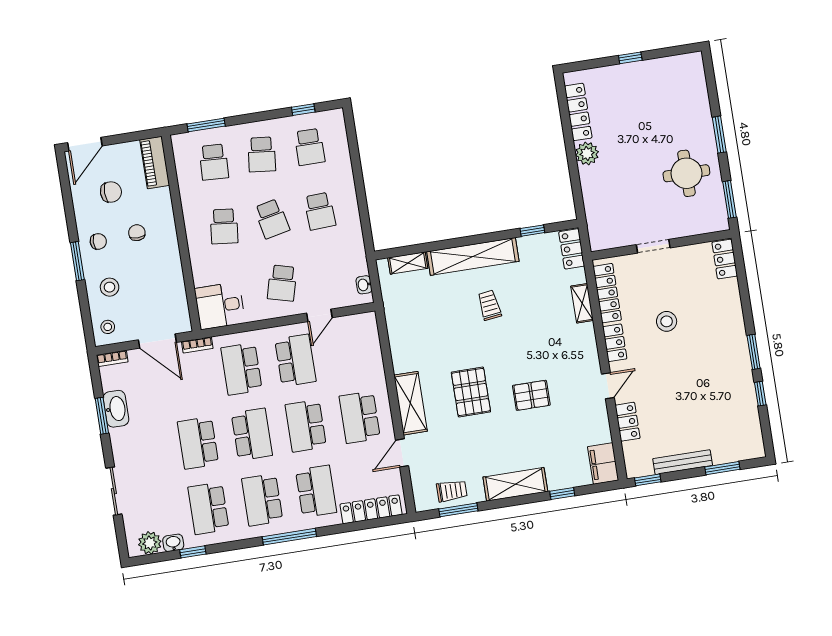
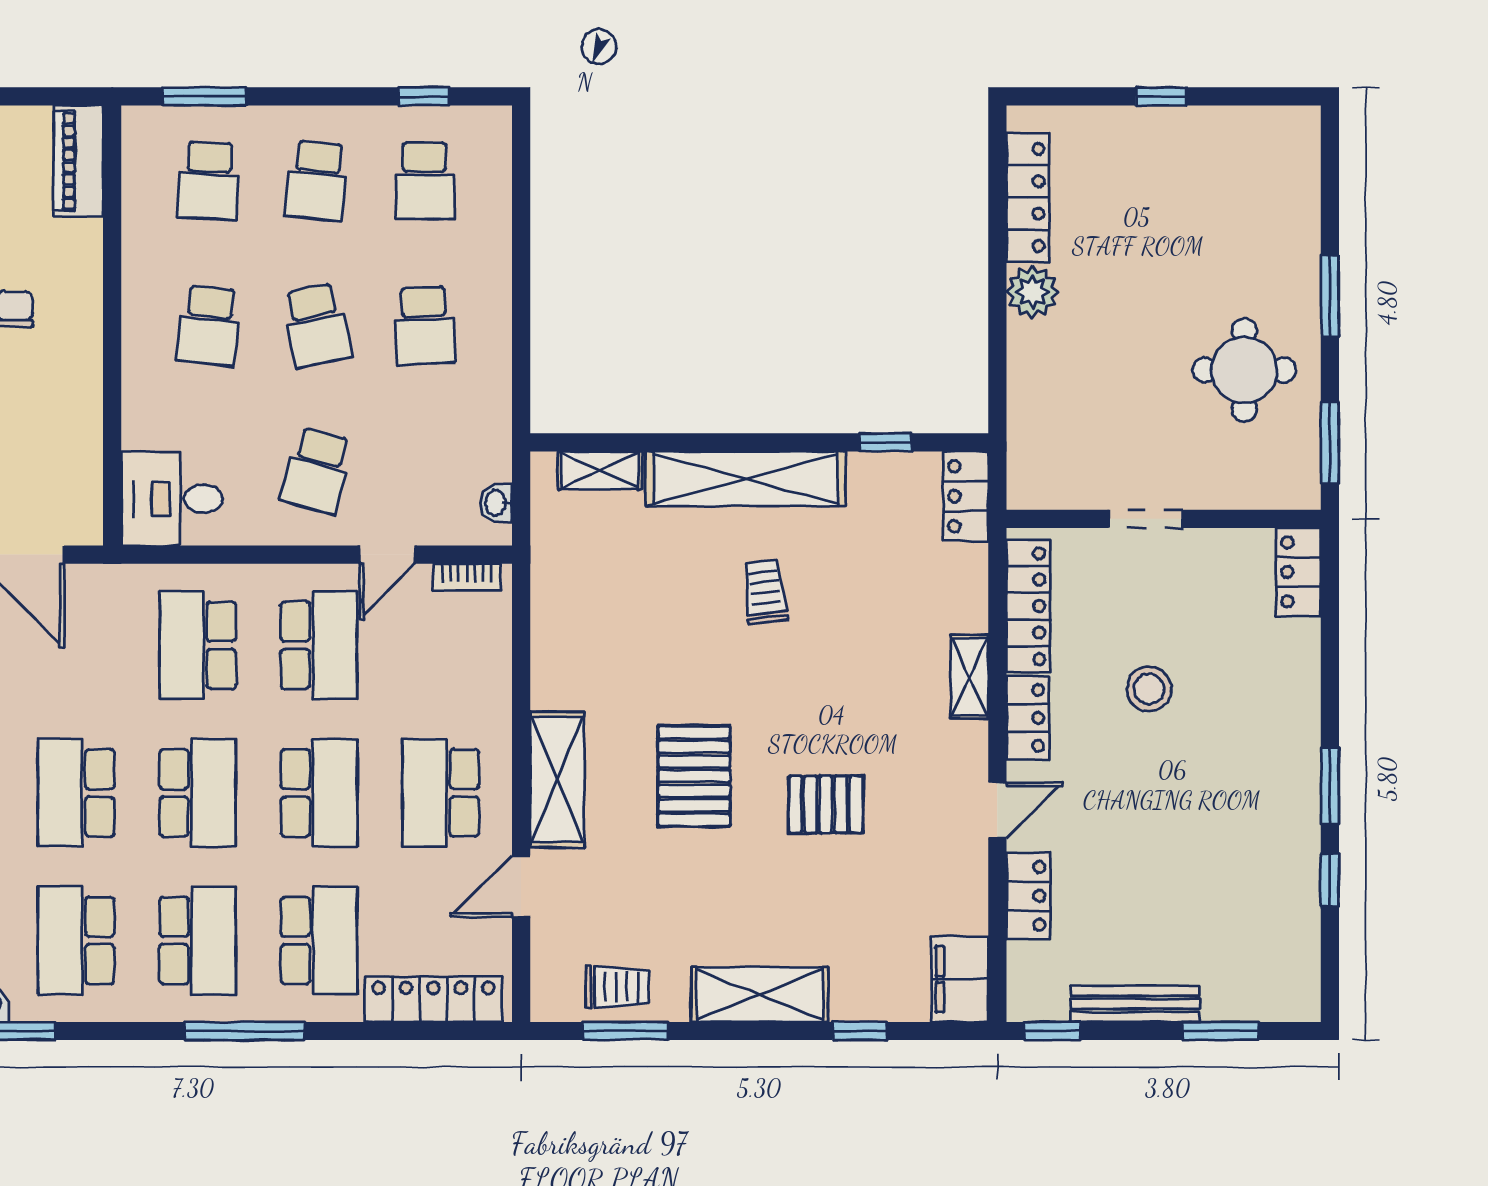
shelving: (582, 303) -> (970, 677), moved
bookcase: (197, 345) -> (467, 577), moved
school desk: (306, 426) -> (319, 793), turned 180
school desk: (262, 500) -> (198, 940), turned 180

